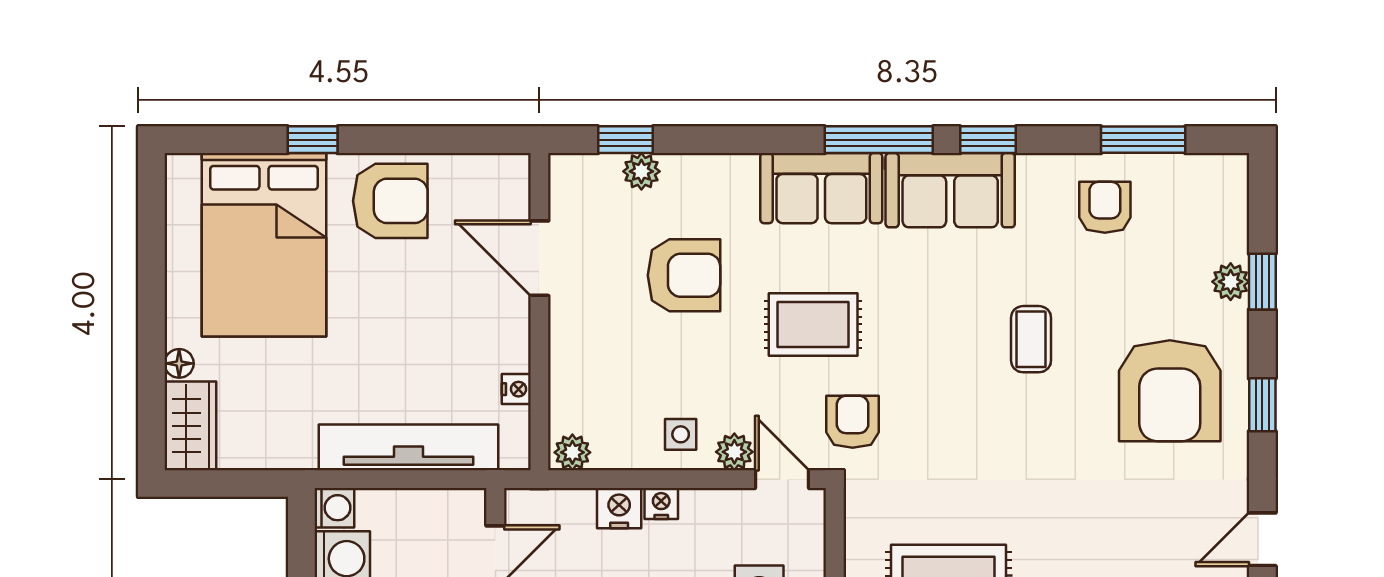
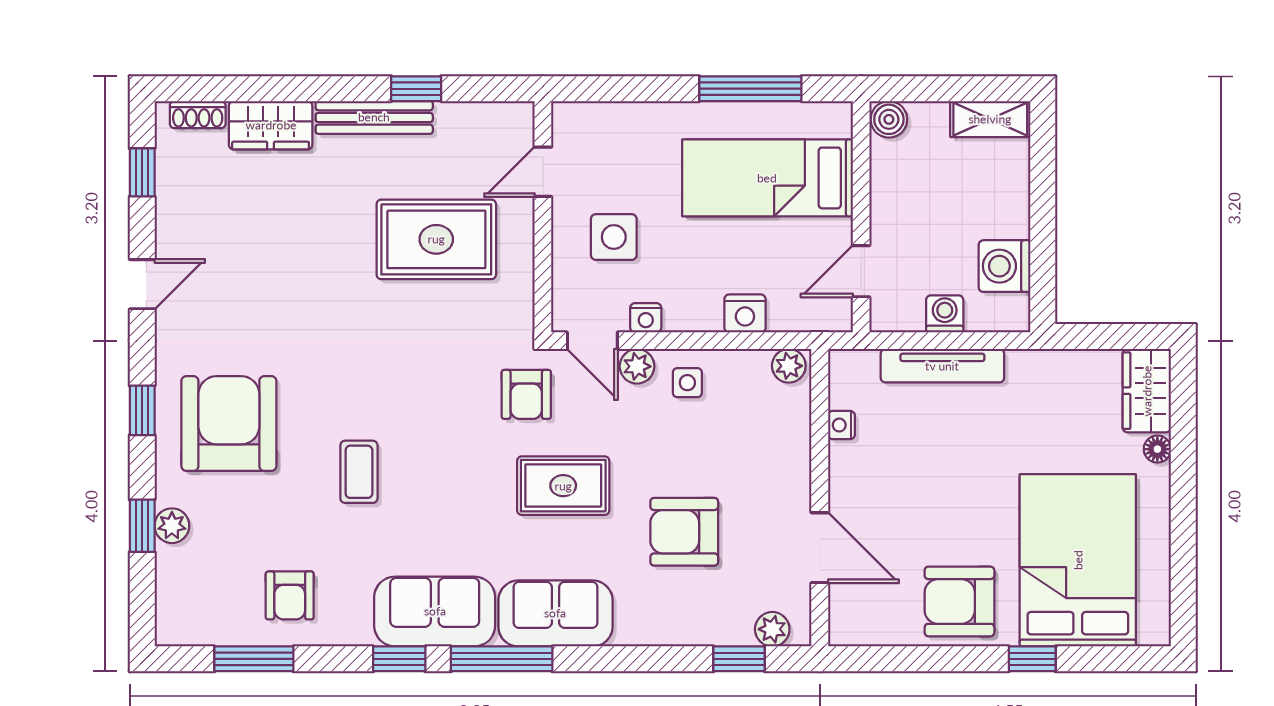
plant: (641, 171) -> (772, 629), moved
tv unit: (408, 447) -> (942, 366), width x0.73, depth x0.78
nightstand: (661, 504) -> (646, 318), moved
washing machine: (334, 508) -> (945, 314), moved, turned 90

